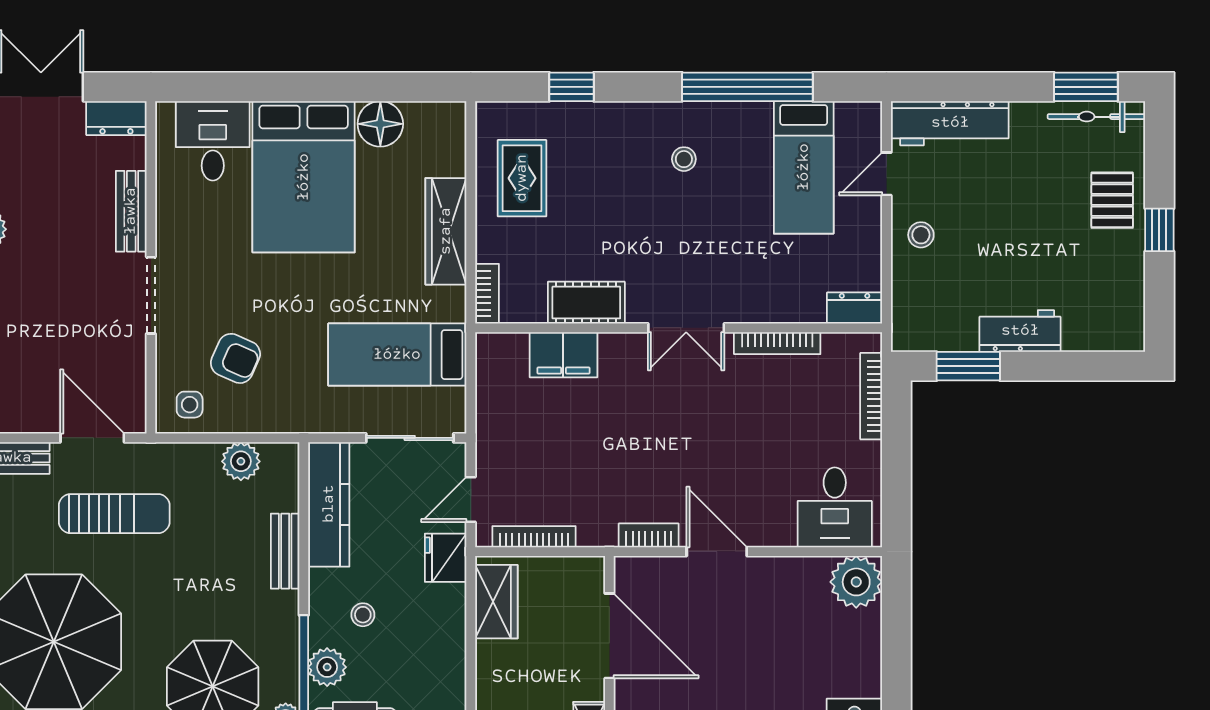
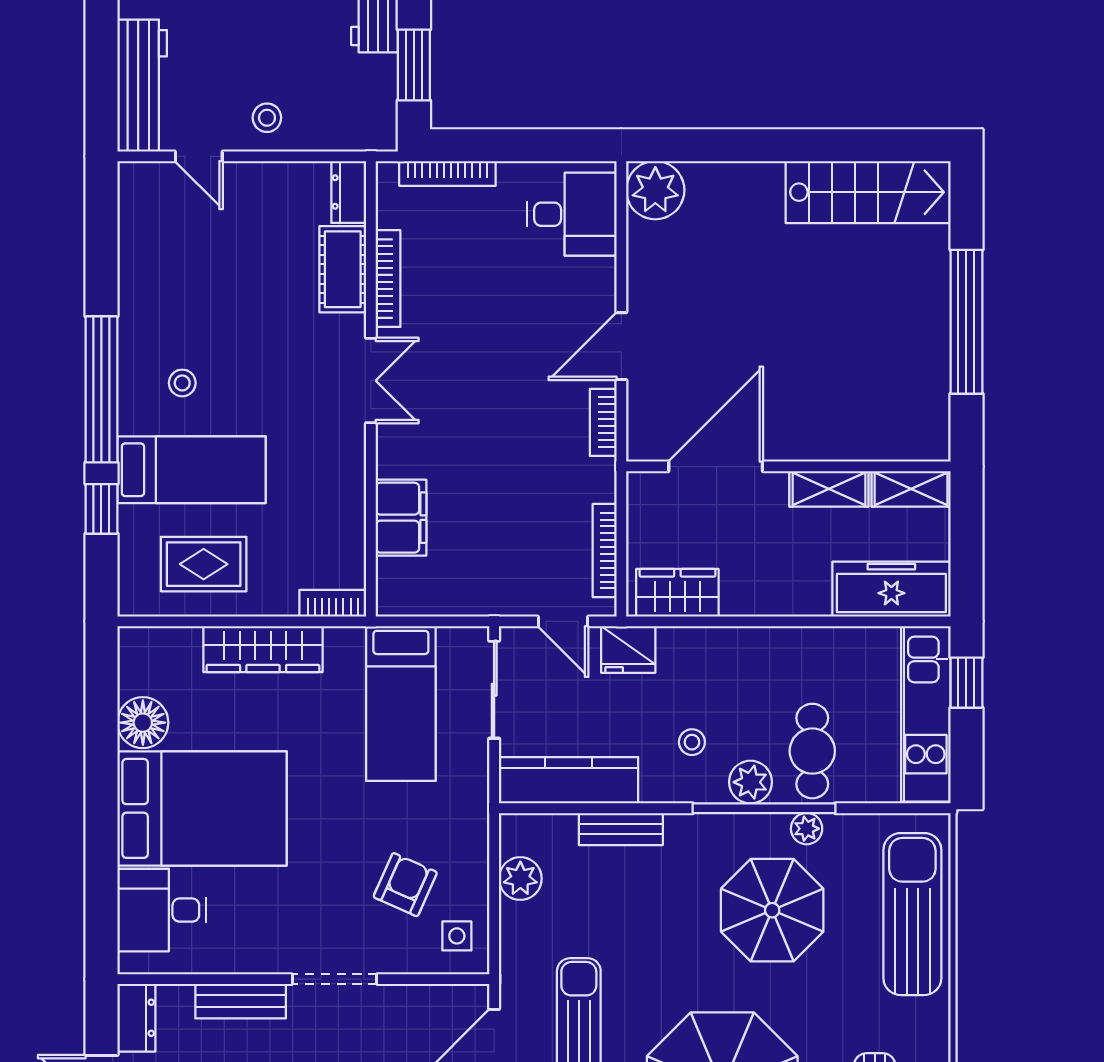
window: (747, 87) -> (101, 389), moved
bed: (804, 167) -> (191, 470), moved
cot: (586, 303) -> (343, 269), moved

